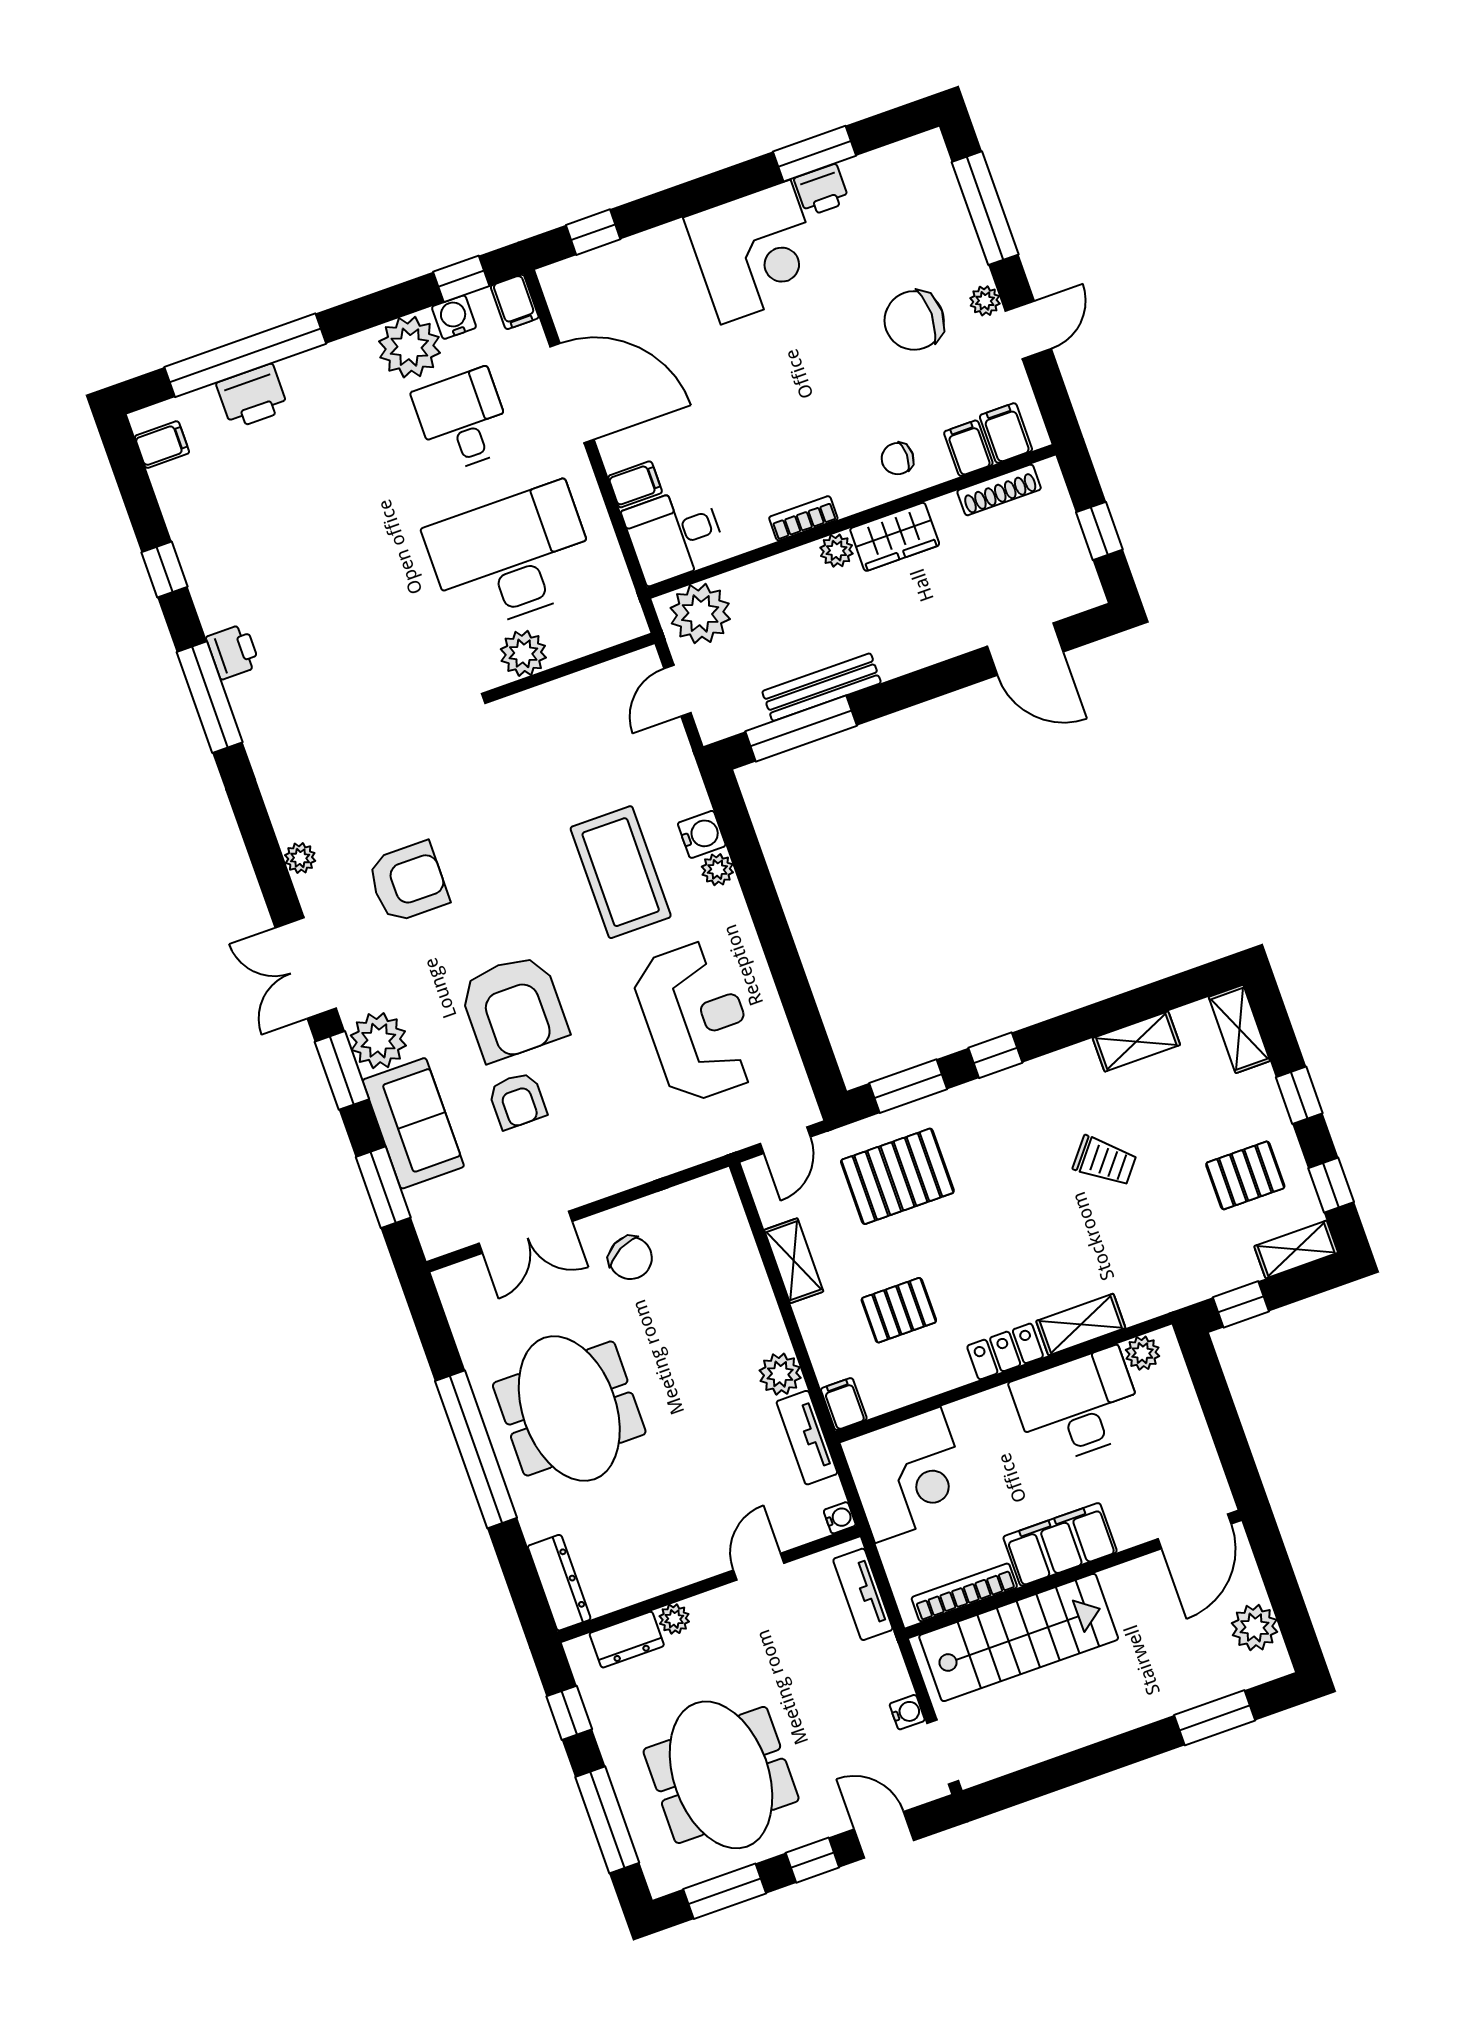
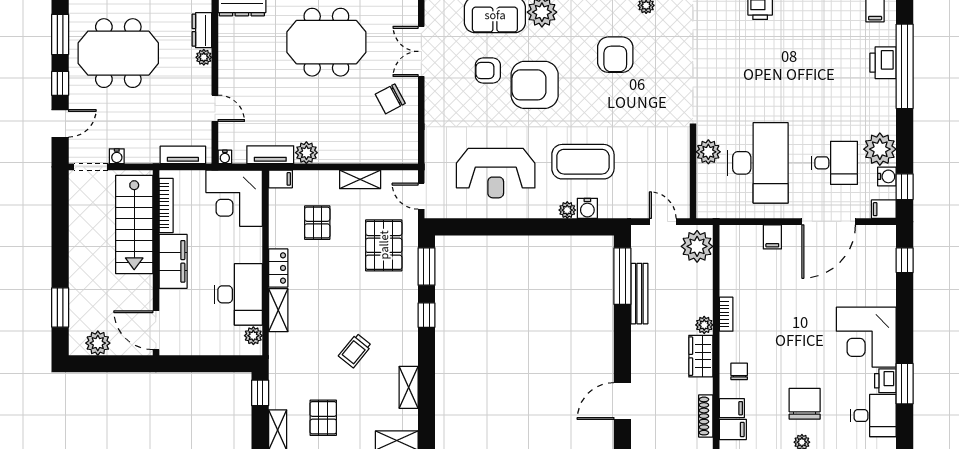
desk: (675, 535) -> (873, 416), moved, turned 90

